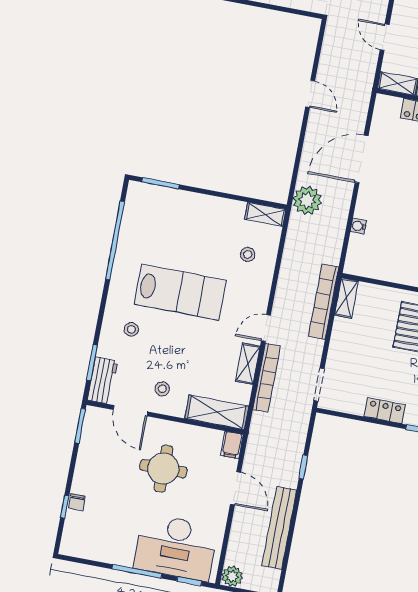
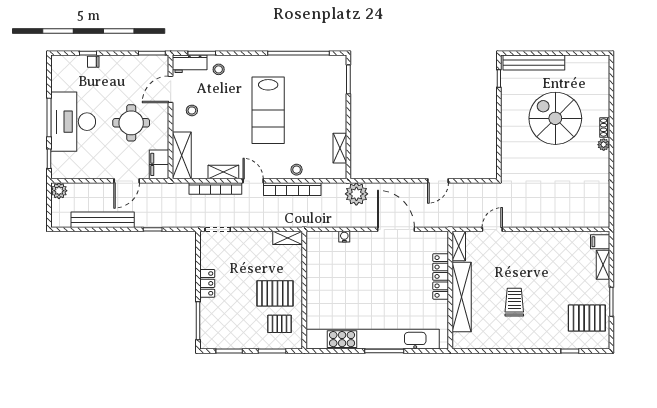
shelving: (265, 214) -> (340, 148), moved
stool: (248, 254) -> (297, 170), moved
bookcase: (324, 302) -> (292, 189), moved, turned 180
stool: (131, 329) -> (219, 69), moved
filing cabinet: (232, 445) -> (159, 164), width x2.00
desk: (176, 547) -> (73, 122), moved

